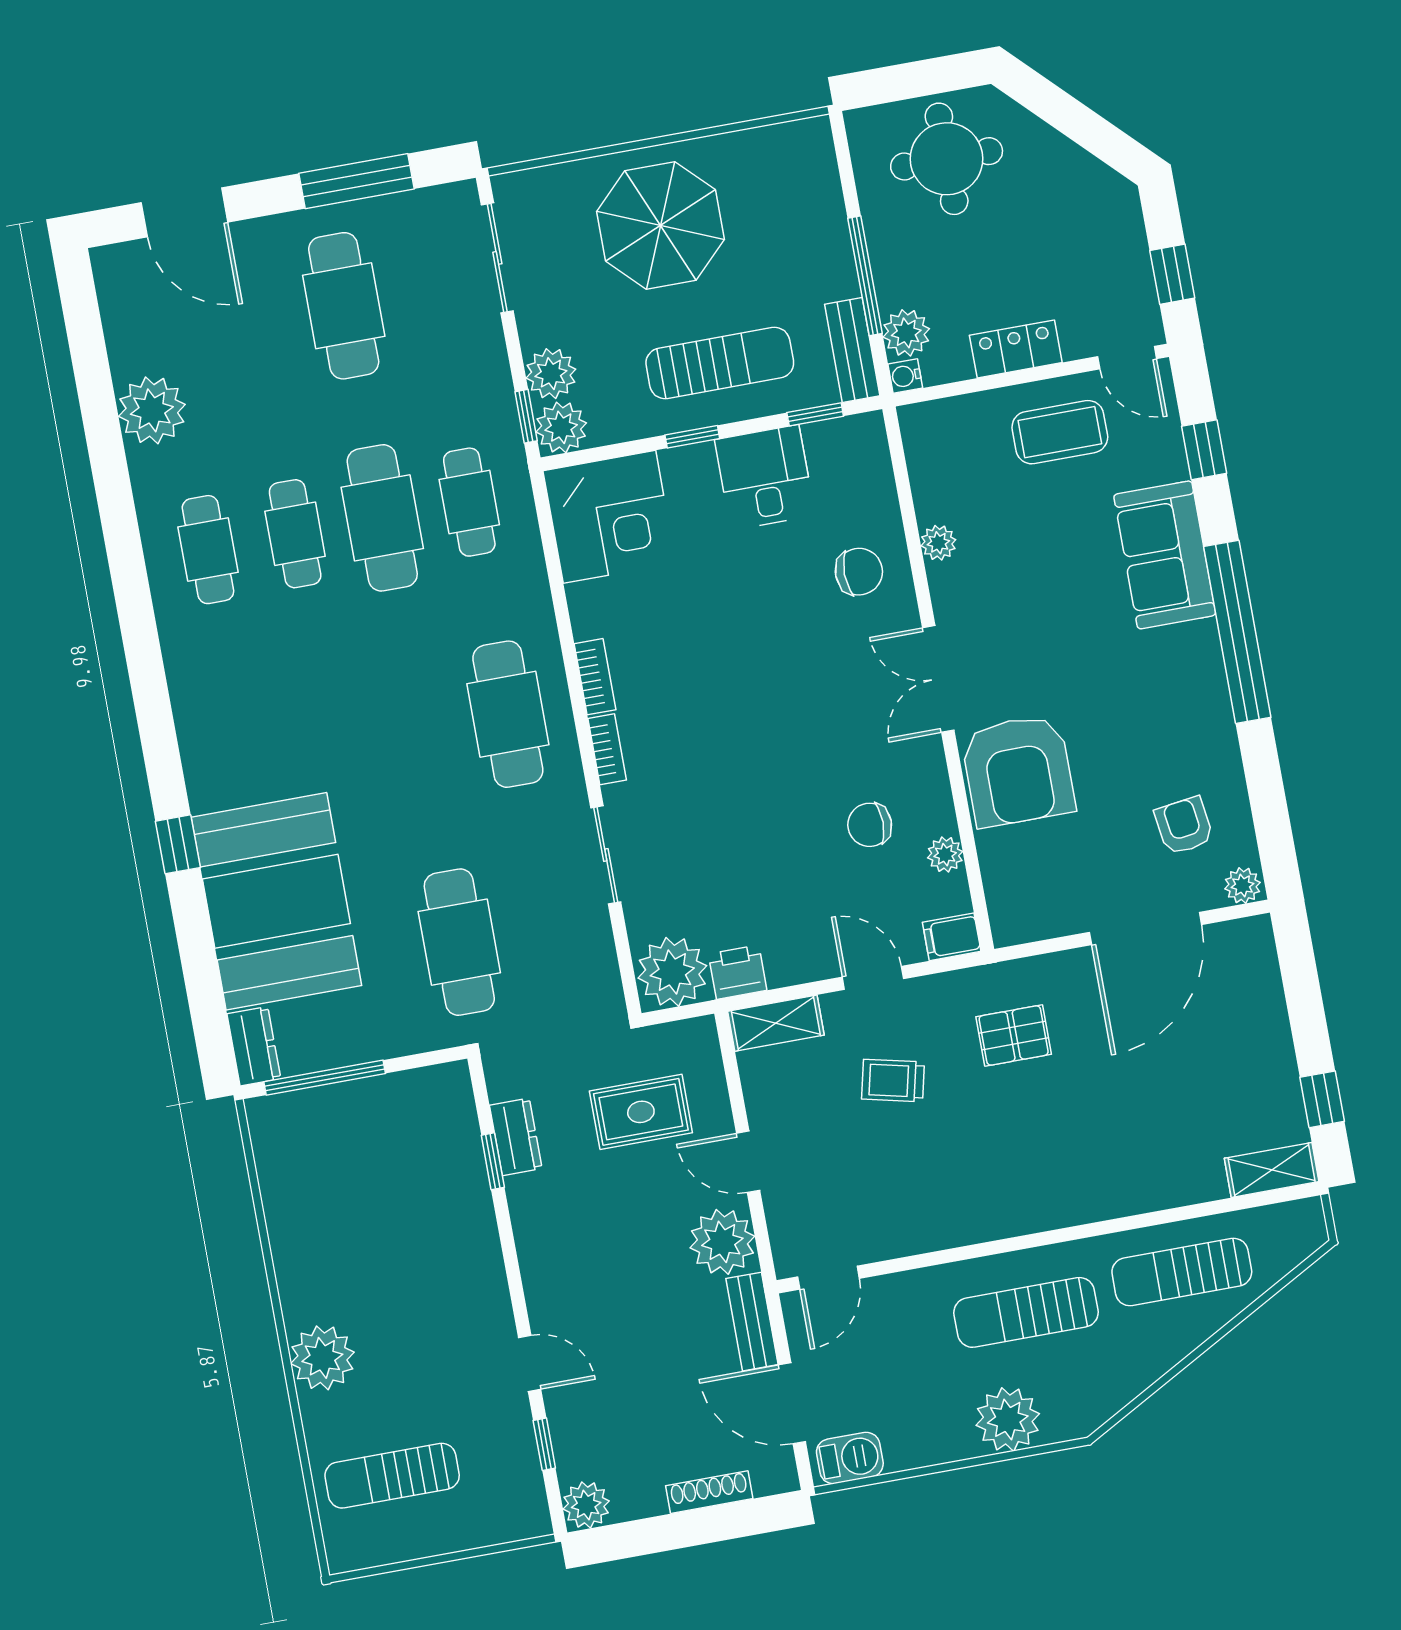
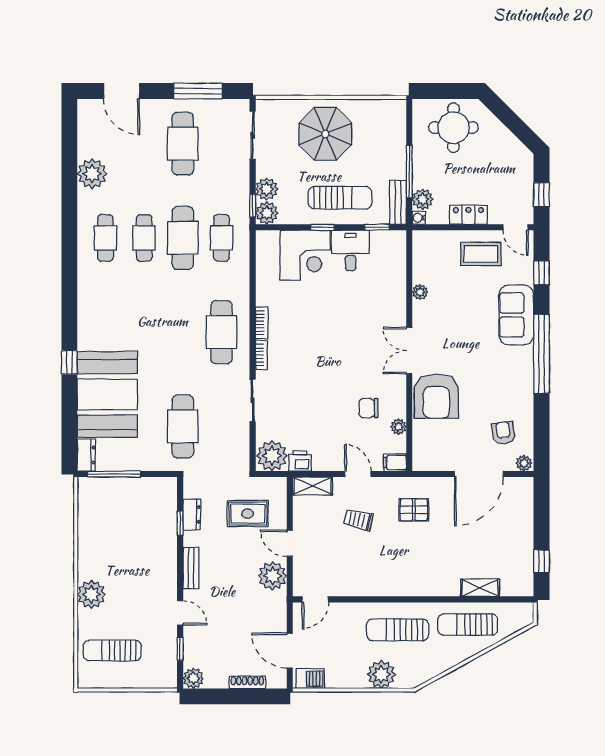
corner desk: (609, 517) -> (305, 255), moved
chair: (859, 572) -> (384, 298), removed
shelving: (1272, 1170) -> (480, 588), moved
bench: (752, 1322) -> (191, 568), moved

